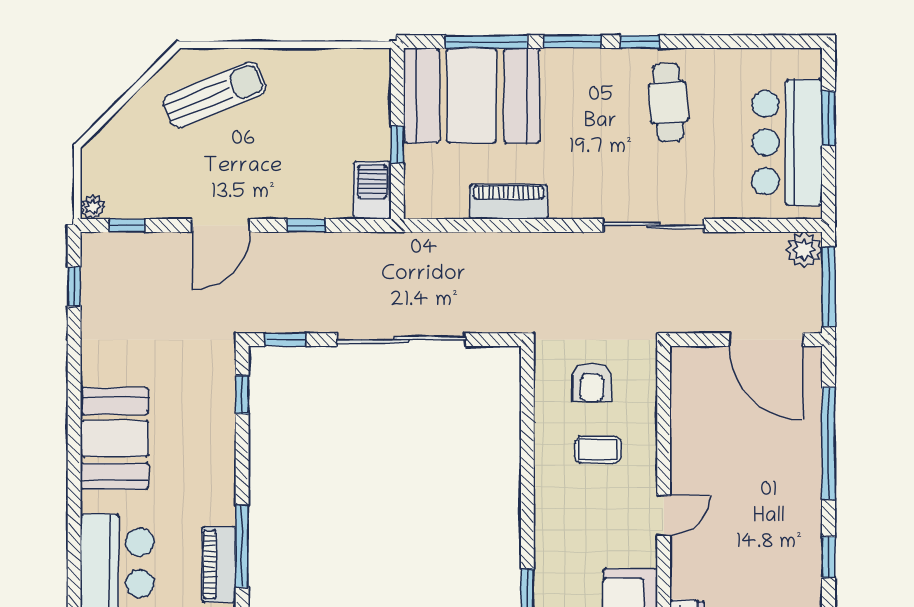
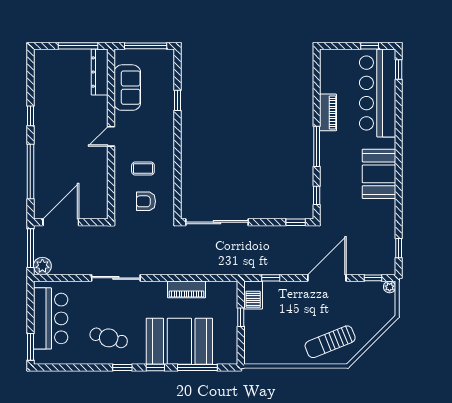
window: (572, 42) -> (155, 368), width x0.67
booth: (472, 96) -> (179, 341), moved
cafe table: (668, 102) -> (109, 338), turned -70
window: (828, 118) -> (30, 347), moved
door: (221, 225) -> (327, 278), width x1.36
window: (306, 225) -> (271, 278), moved
sliding door: (401, 340) -> (217, 222), moved
door: (766, 340) -> (61, 222), hinge flipped
armchair: (592, 382) -> (146, 201), turned -90
window: (242, 546) -> (317, 146), moved

